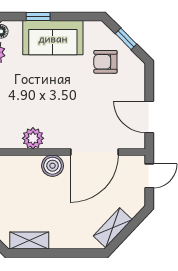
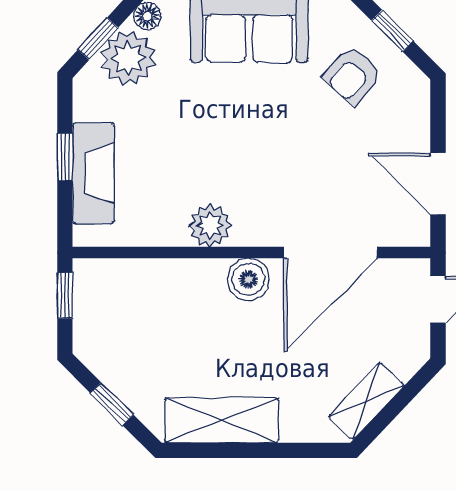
armchair: (105, 62) -> (352, 76), turned -49
shelving: (29, 240) -> (222, 420), width x1.50, depth x1.33

